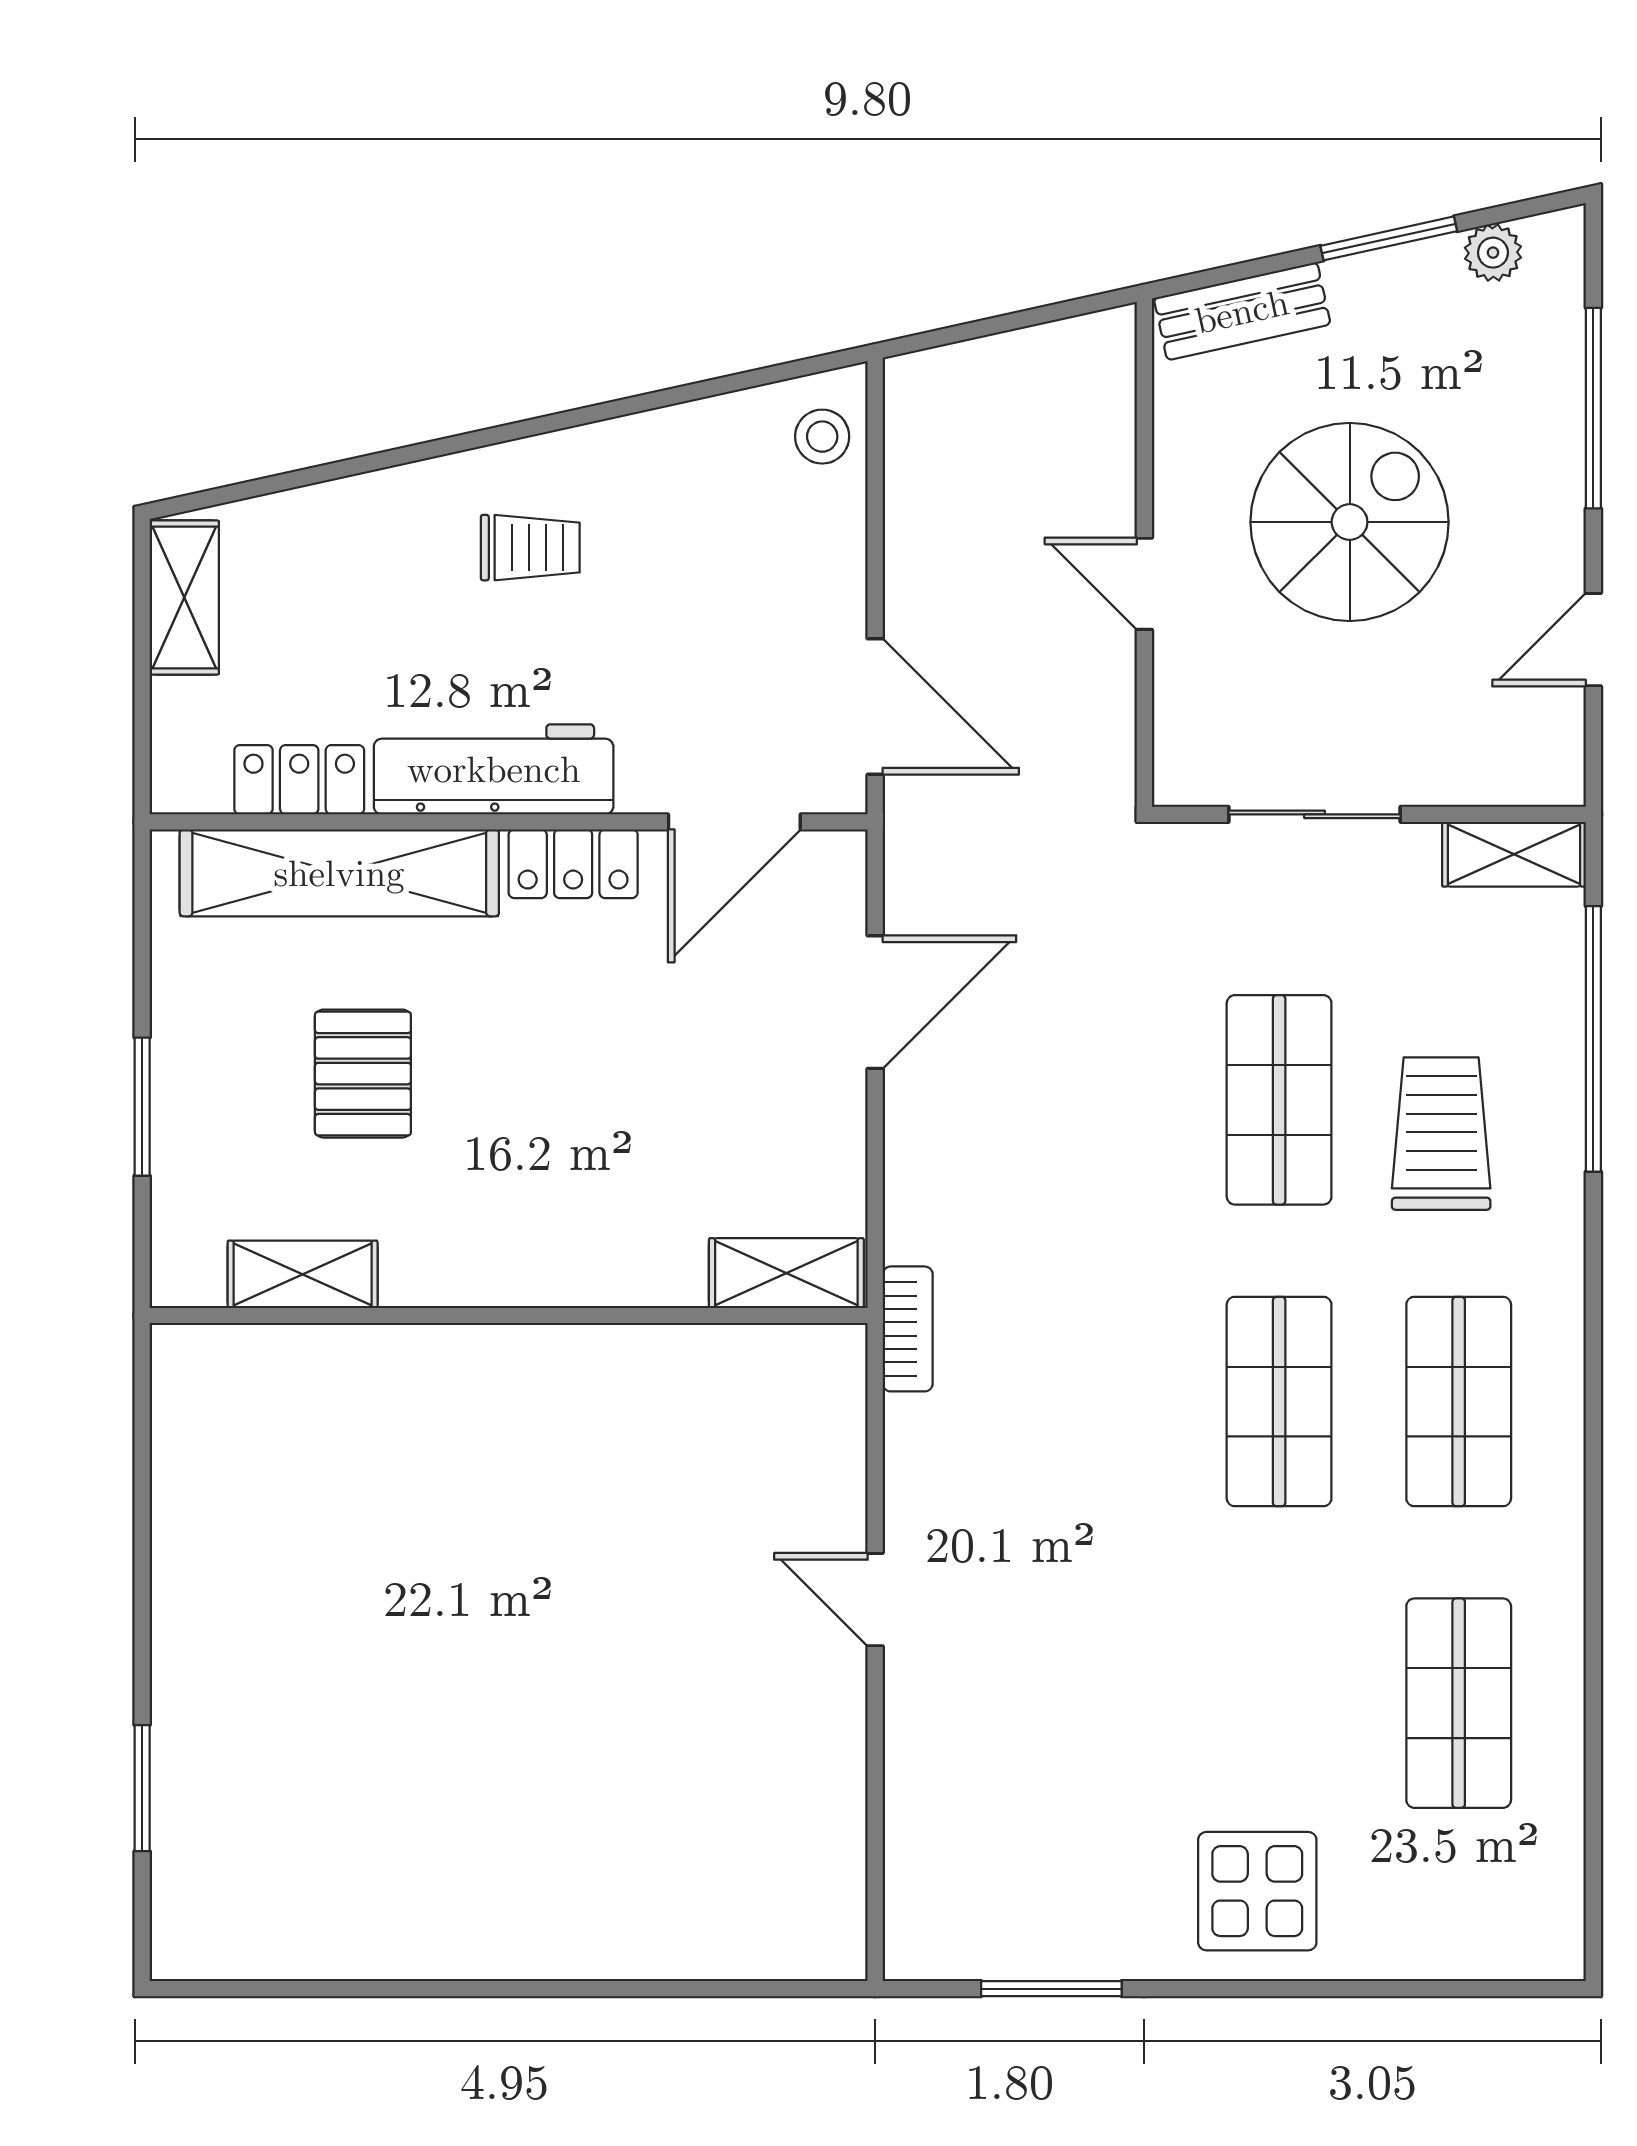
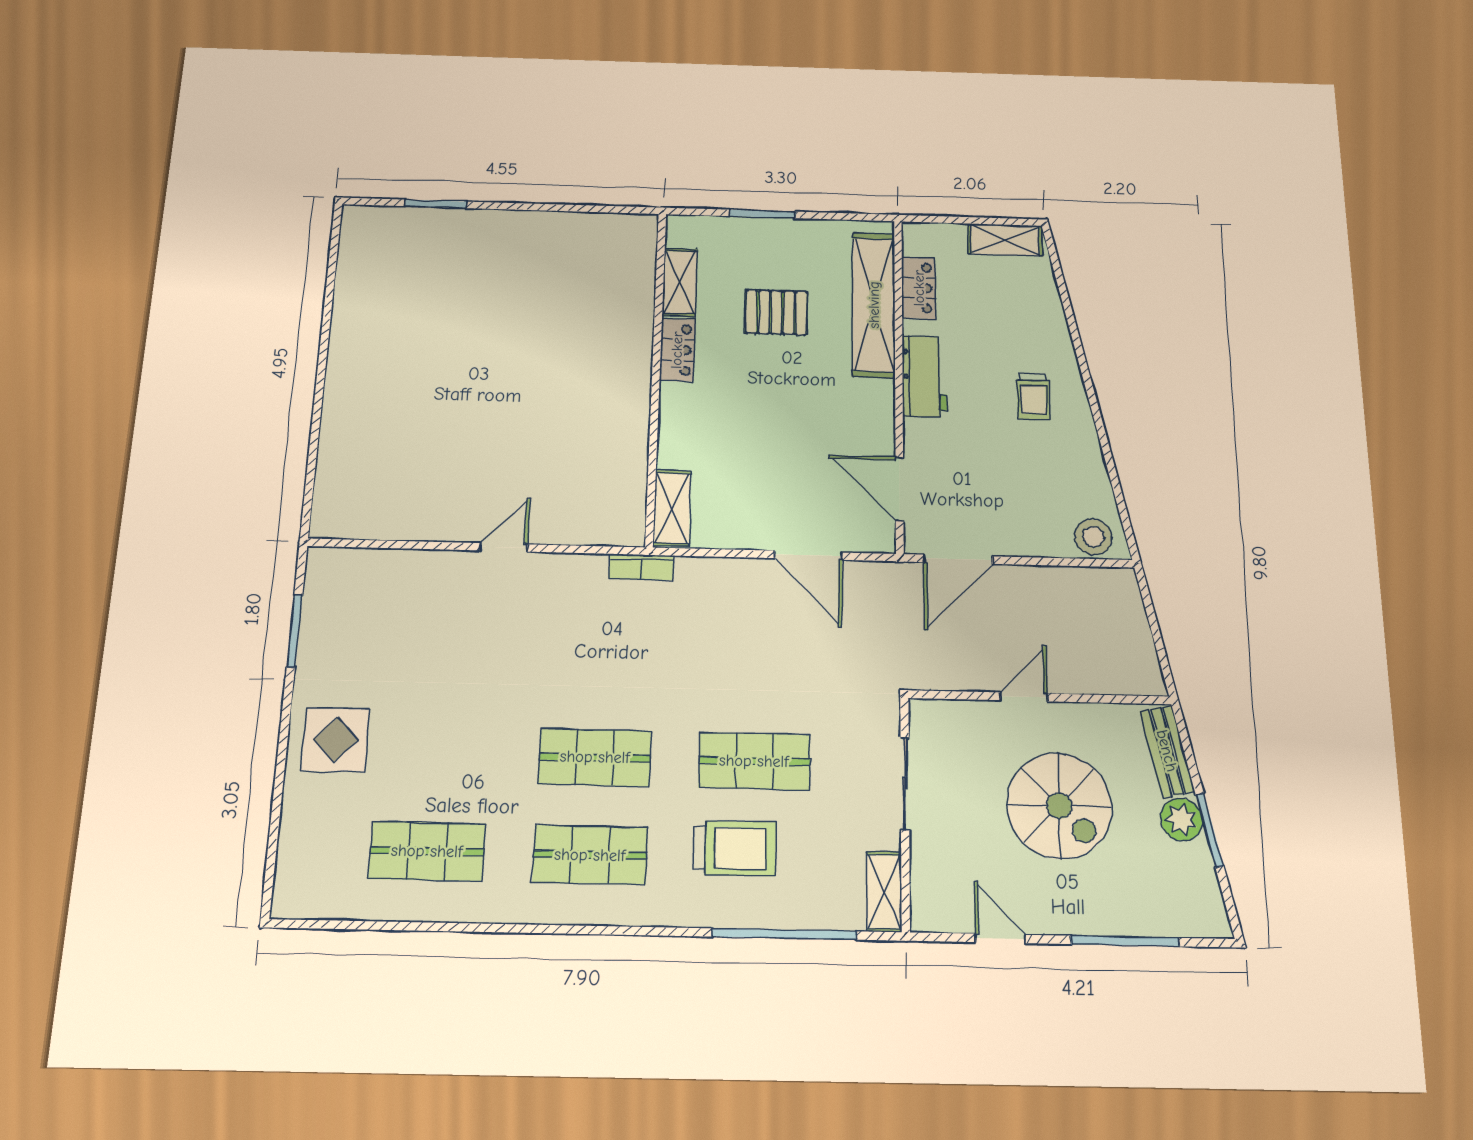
plant: (1493, 253) -> (1181, 820), moved, width x1.38, depth x1.38
stool: (822, 437) -> (1093, 537), width x1.37, depth x1.37
workbench: (494, 769) -> (924, 376), width x0.73
locker: (573, 864) -> (677, 350), moved, turned 180

